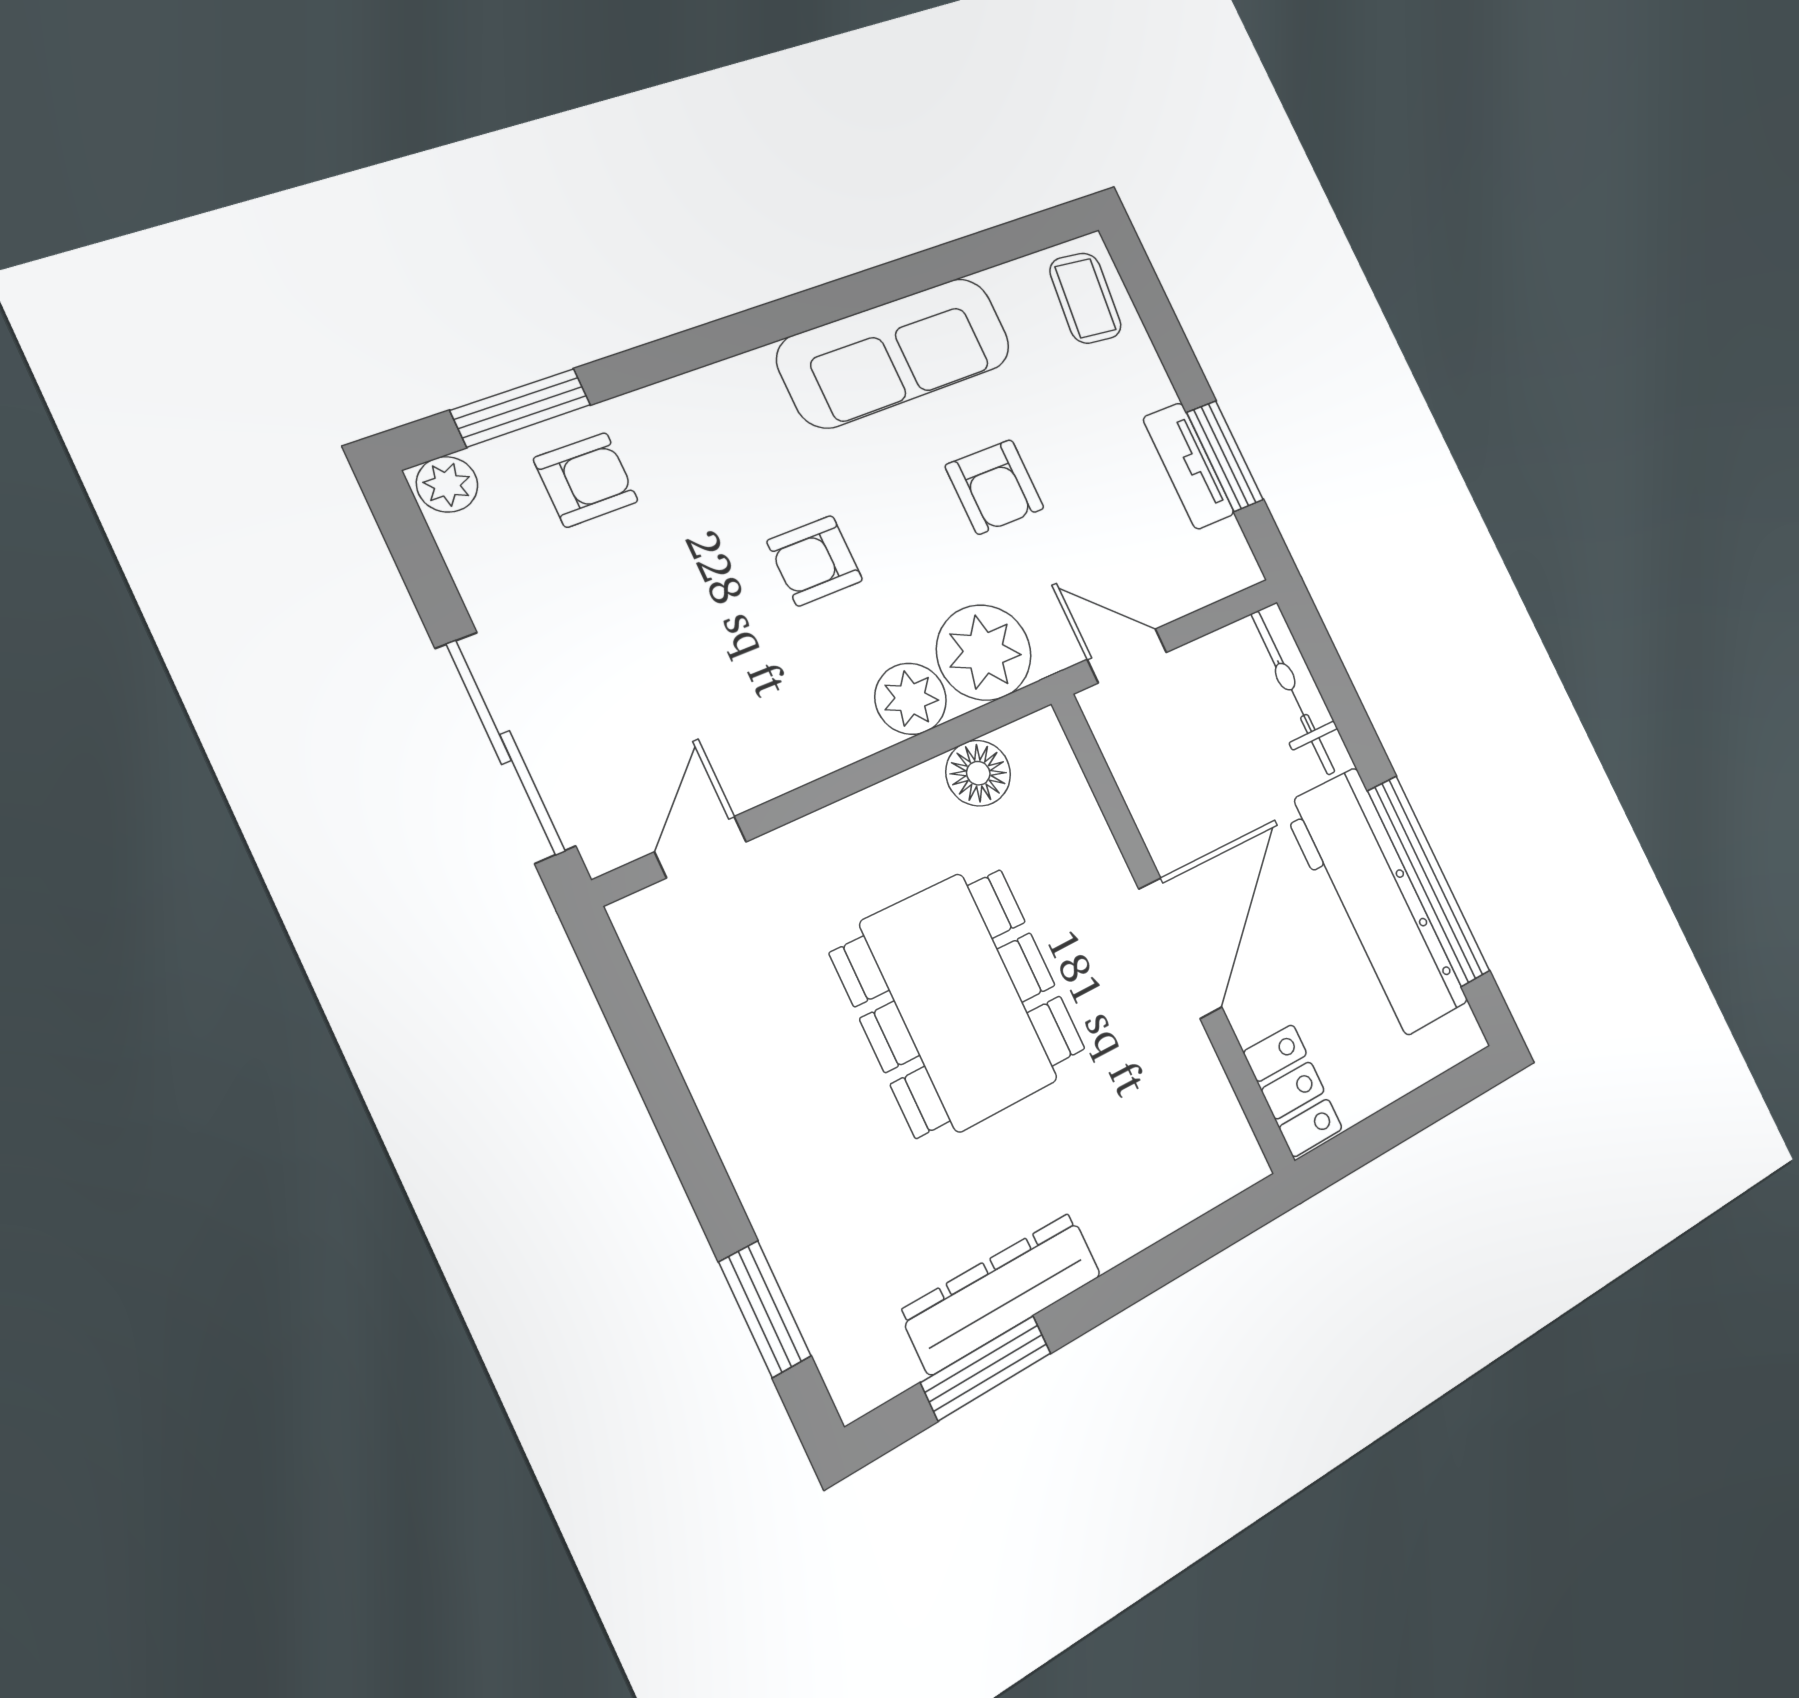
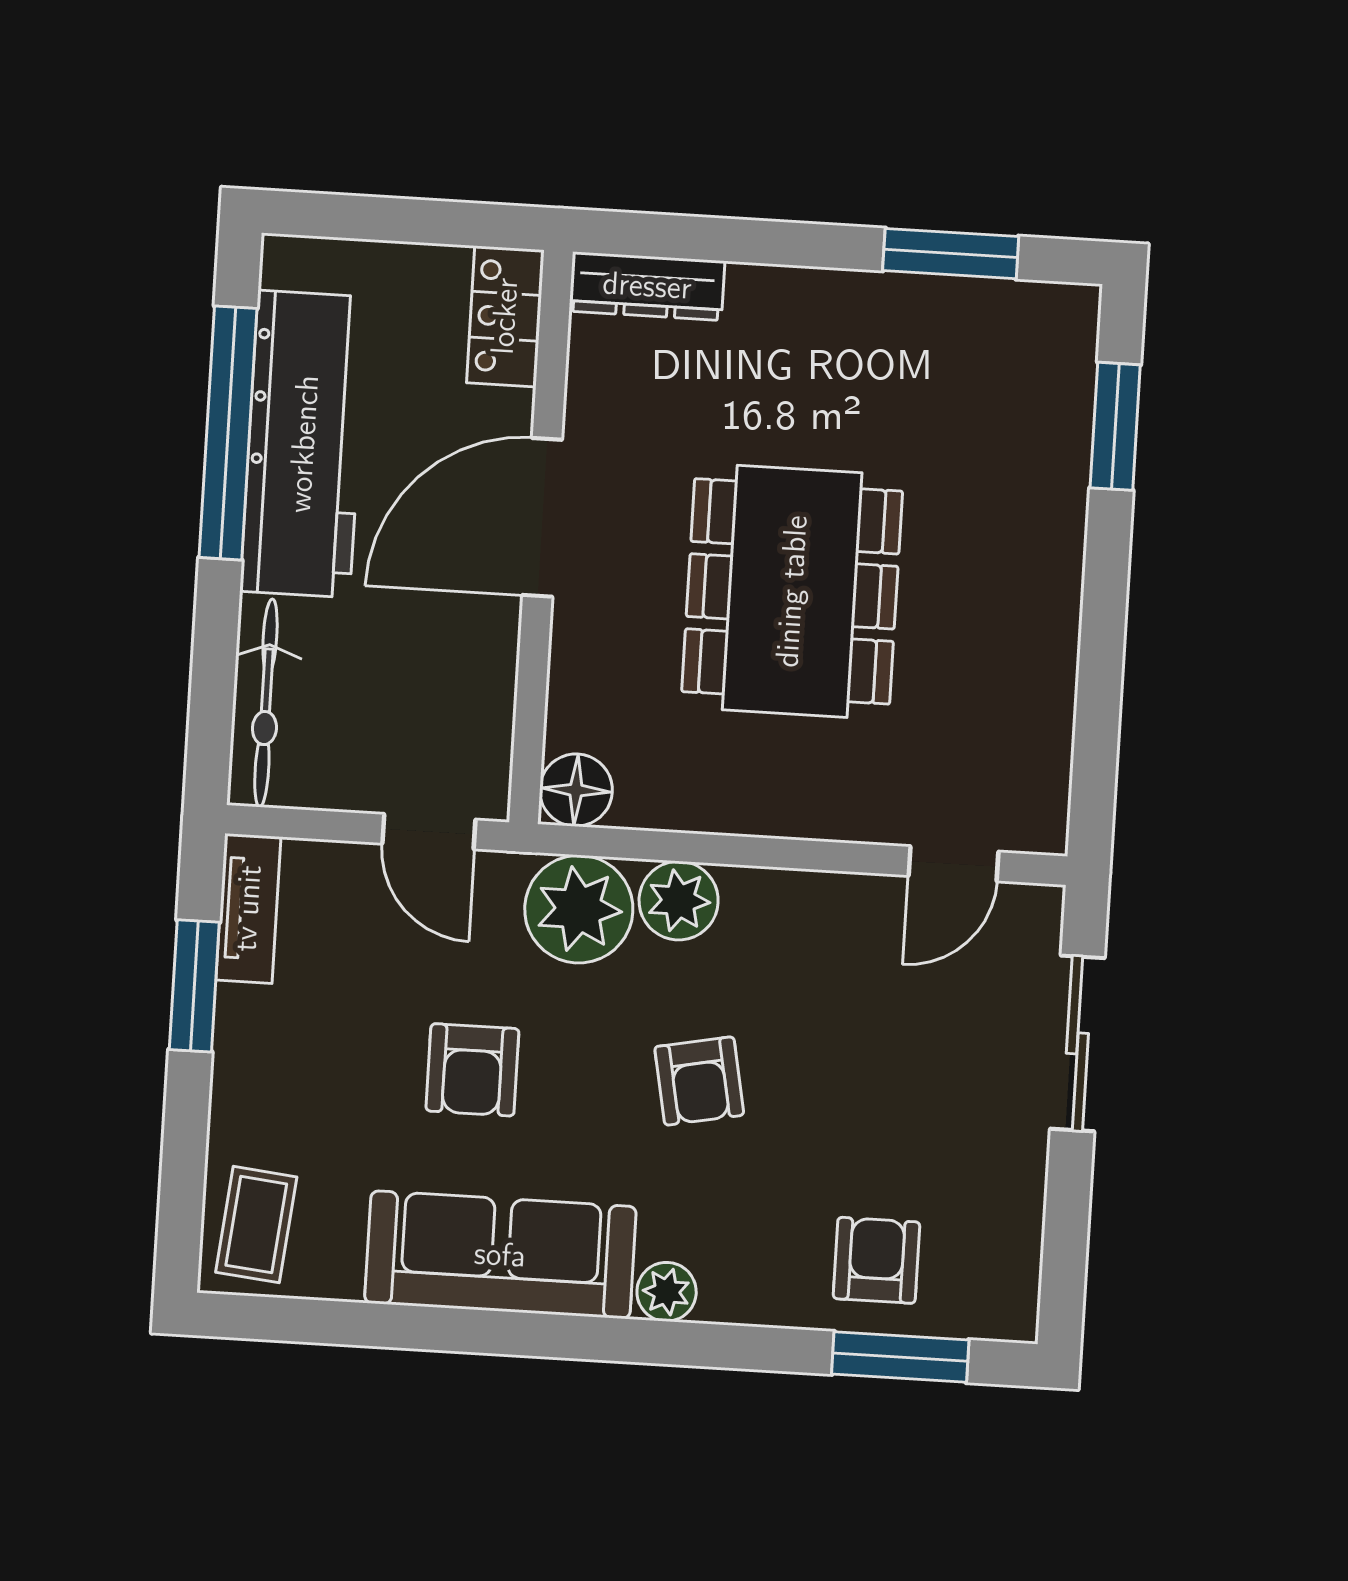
tv unit: (1188, 466) -> (248, 908), moved
armchair: (586, 480) -> (876, 1260), turned 90
plant: (447, 484) -> (667, 1292), moved
armchair: (995, 487) -> (472, 1070), turned 180
armchair: (815, 561) -> (699, 1081), turned 79
sliding door: (506, 748) -> (1077, 1043), width x0.73
floor lamp: (978, 773) -> (576, 790), moved
dresser: (1001, 1293) -> (647, 286), moved, width x0.73, depth x0.80

